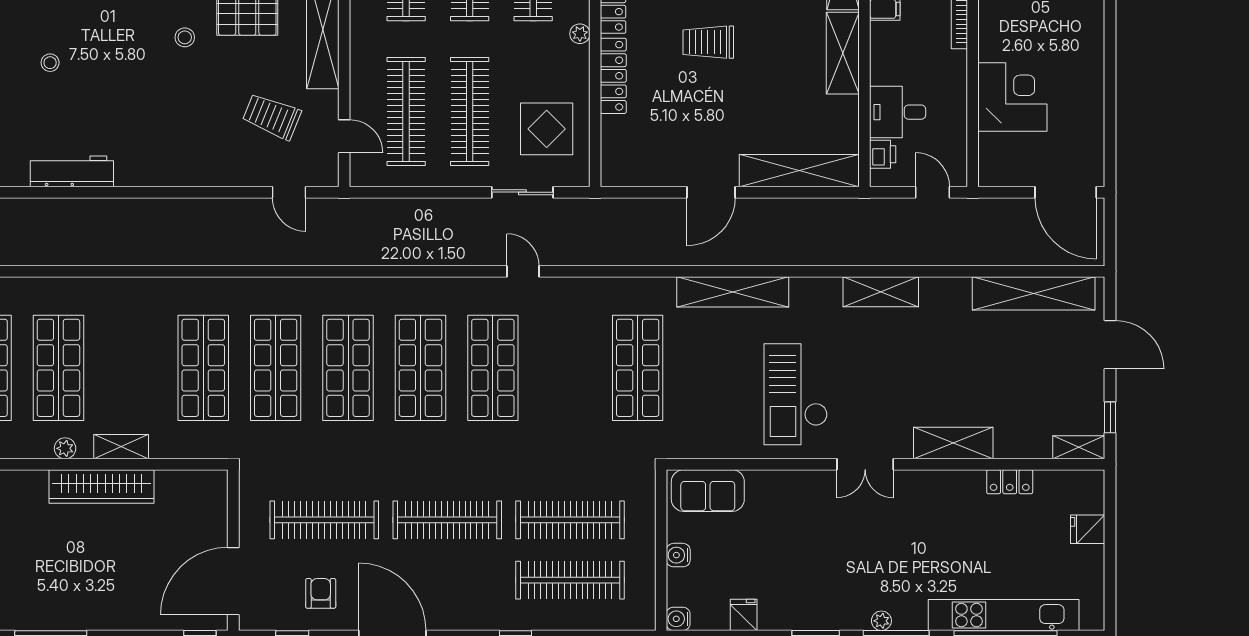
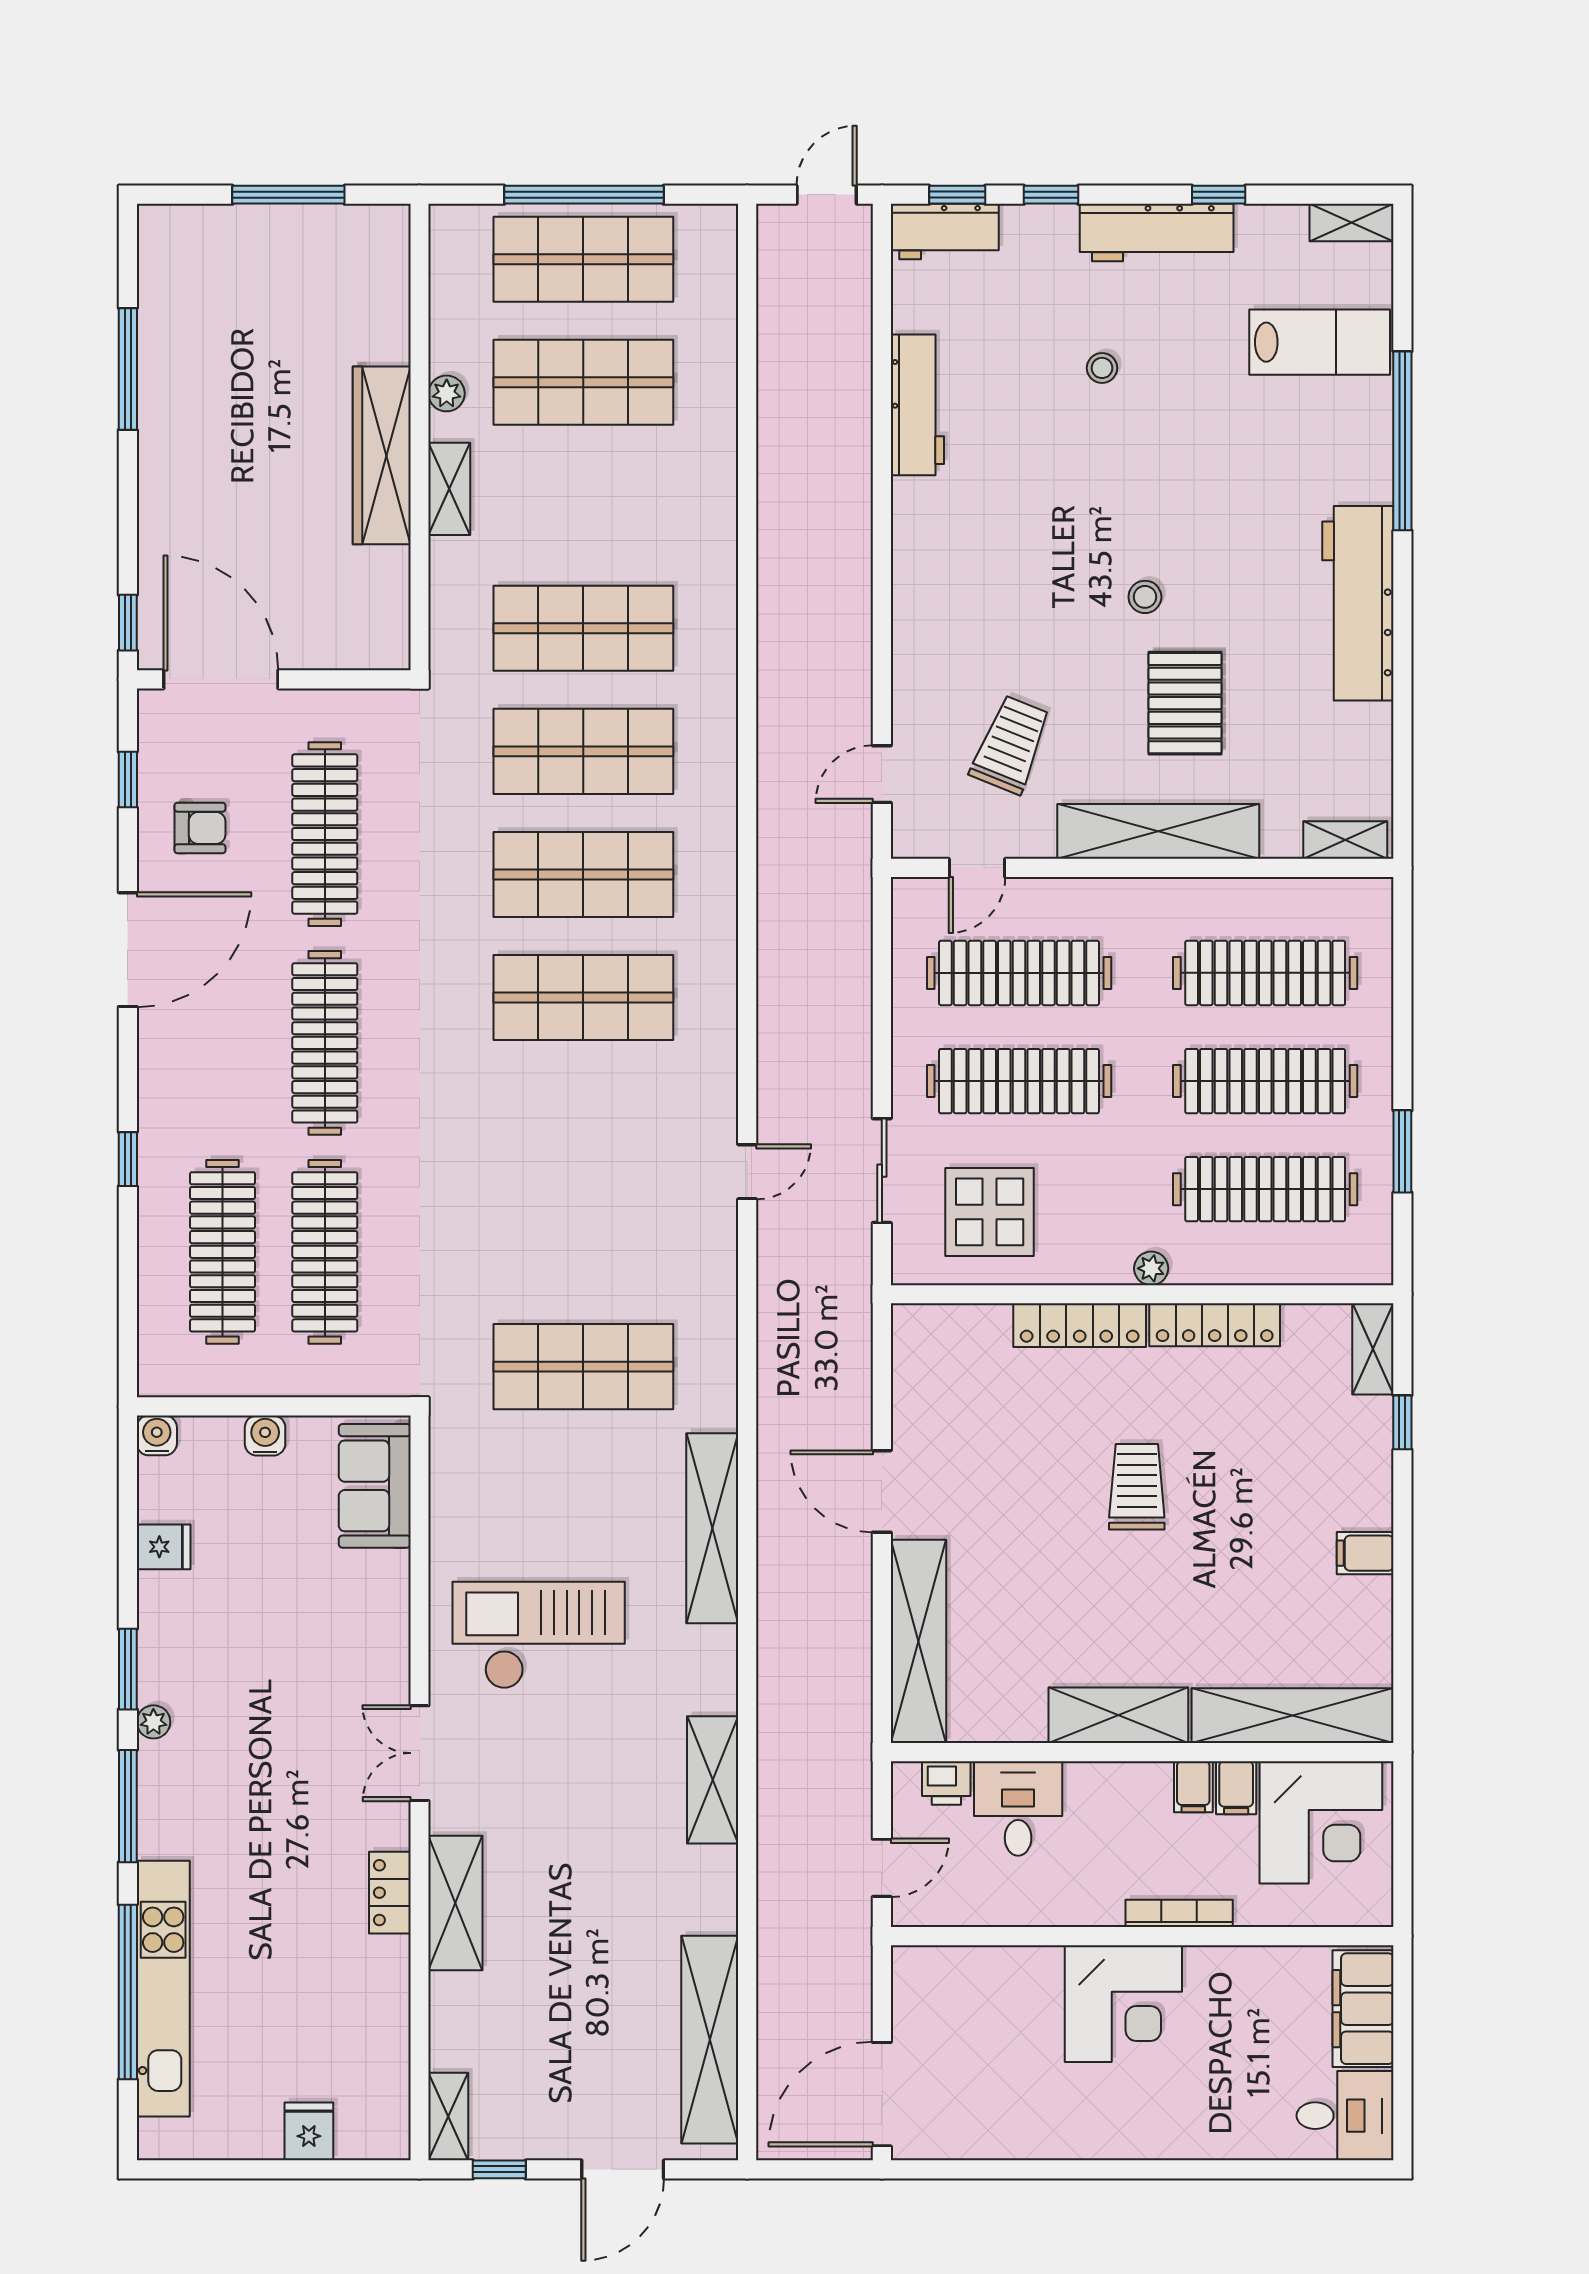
corner desk: (1012, 97) -> (1123, 2004), moved
shop shelf: (493, 368) -> (583, 1121), removed
locker: (1010, 482) -> (390, 1893), moved
plant: (881, 621) -> (153, 1722), moved

